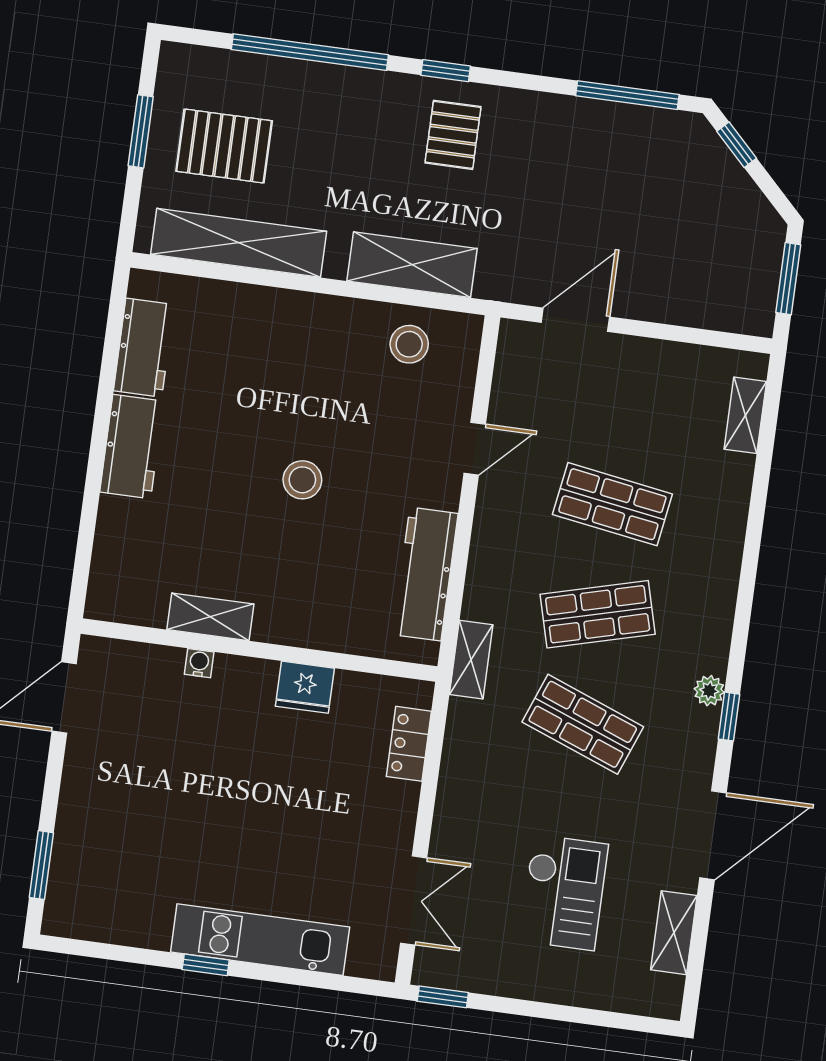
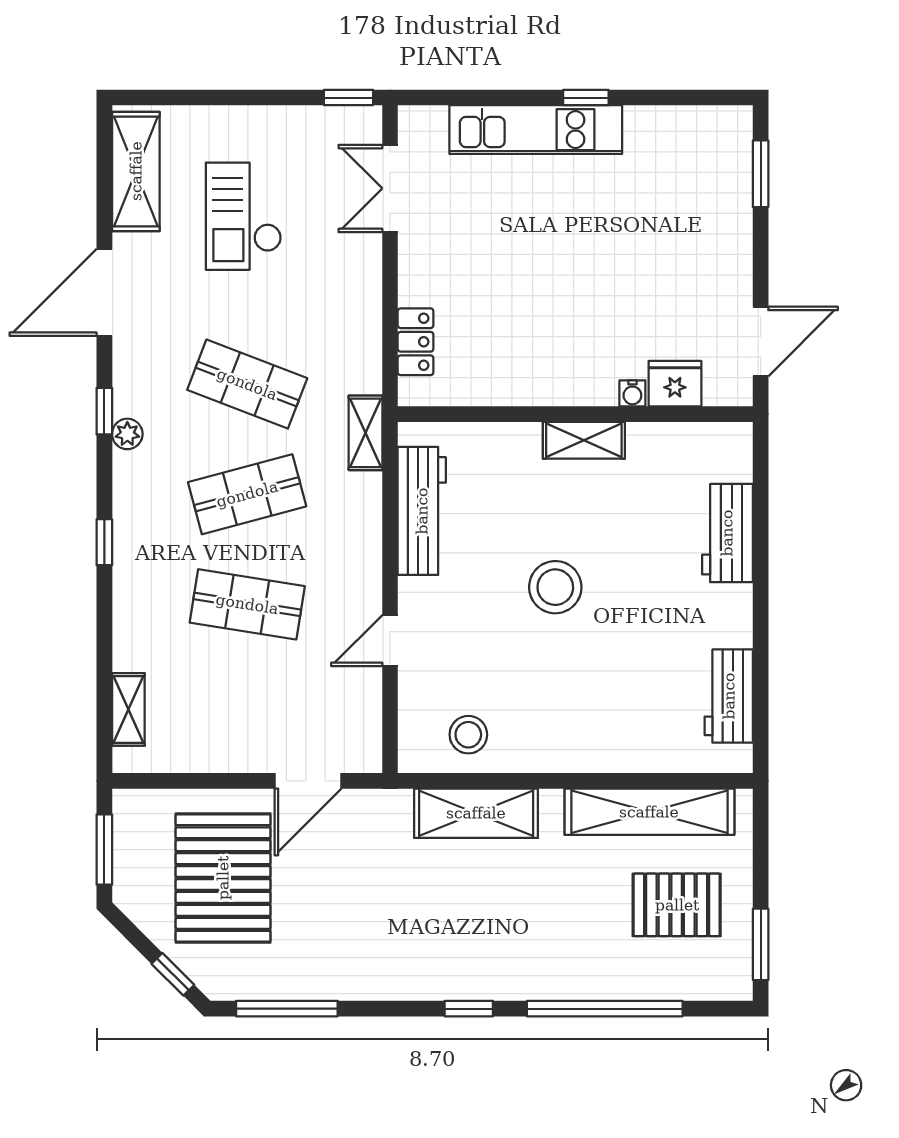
window: (141, 131) -> (761, 944), moved
pallet: (453, 135) -> (223, 878), moved, width x2.05, depth x2.00
workbench: (132, 447) -> (727, 533), moved
stool: (302, 480) -> (555, 587), width x1.38, depth x1.38
window: (747, 586) -> (104, 542), added
shelving: (210, 617) -> (584, 440), moved
fridge: (305, 687) -> (675, 384), moved
shelving: (674, 933) -> (136, 171), width x1.50, depth x1.33

